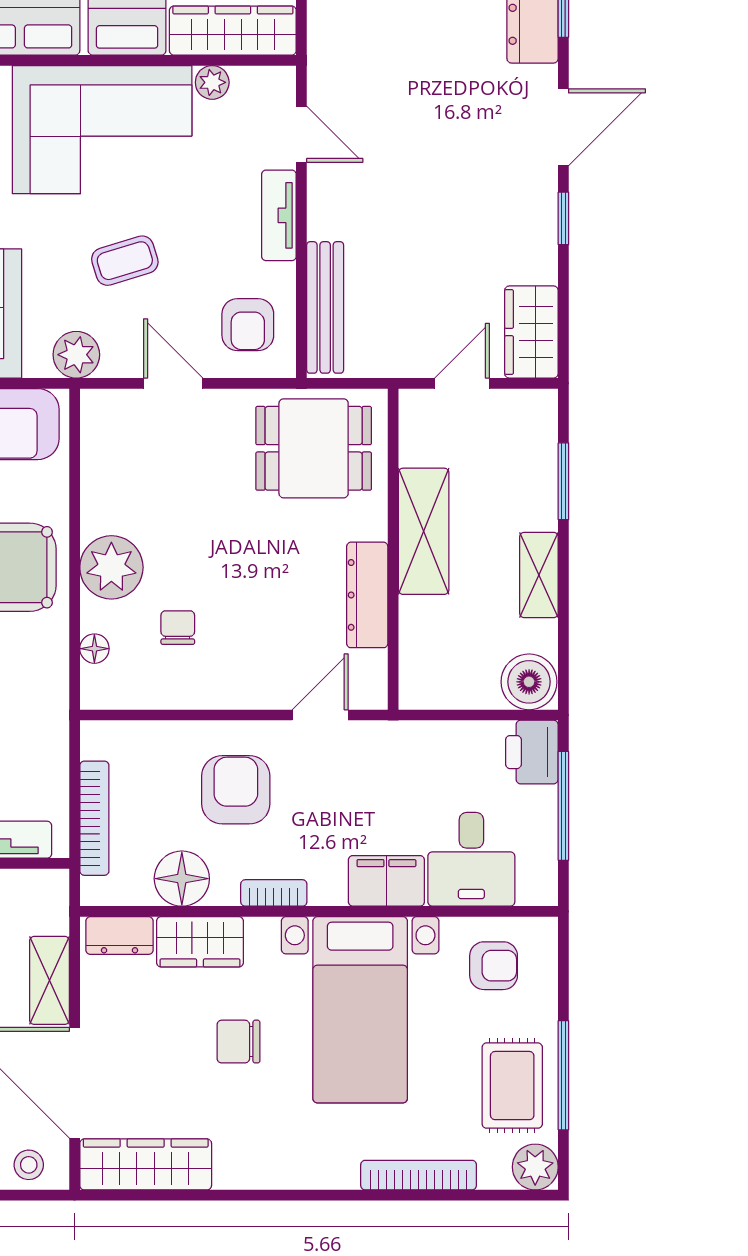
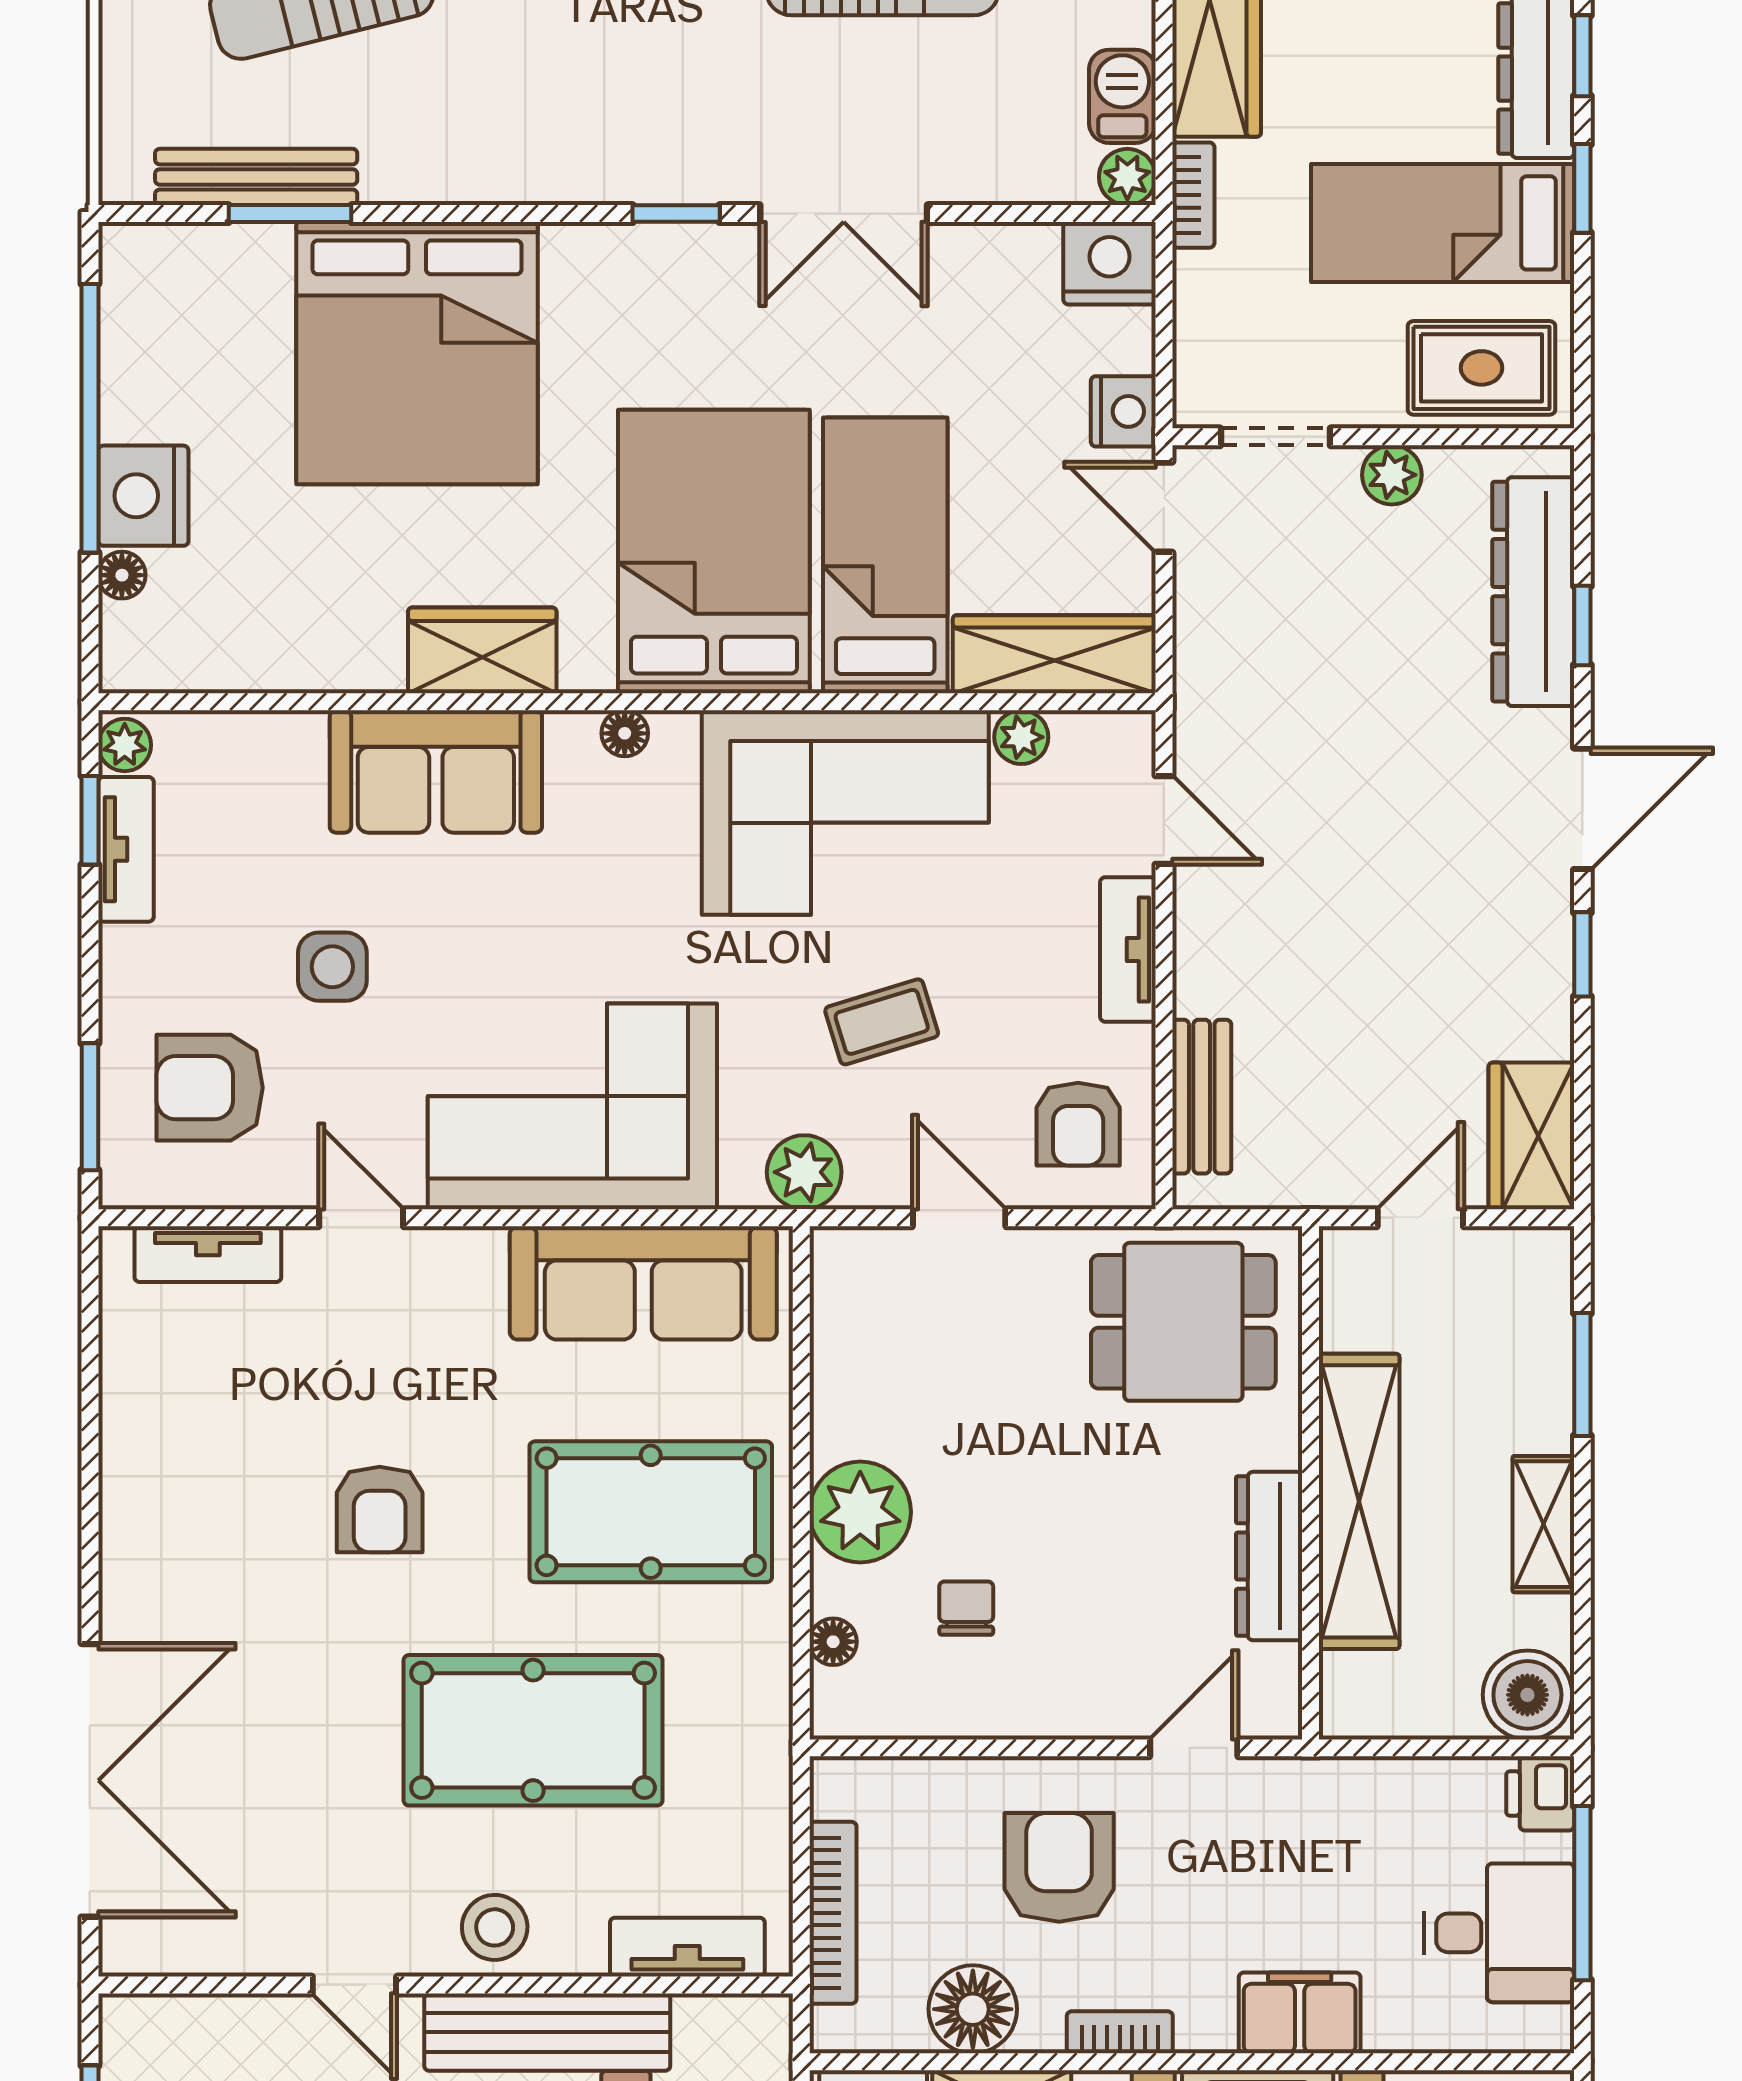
bench: (325, 307) -> (1202, 1097), width x0.73
shelving: (424, 531) -> (1359, 1501), width x1.47
printer: (532, 752) -> (1540, 1793), width x0.73, depth x0.81
desk: (471, 859) -> (1499, 1933), moved, turned -90

